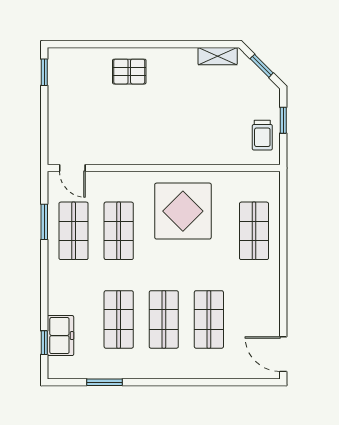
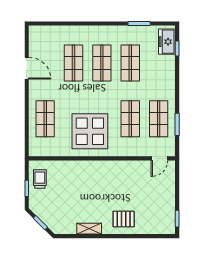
shelving: (218, 56) -> (89, 229), moved
door: (72, 168) -> (159, 158), swing flipped
freezer: (60, 336) -> (167, 42), moved
door: (283, 354) -> (27, 68), moved

